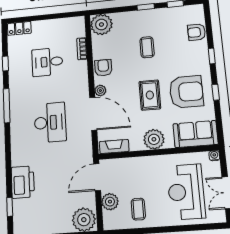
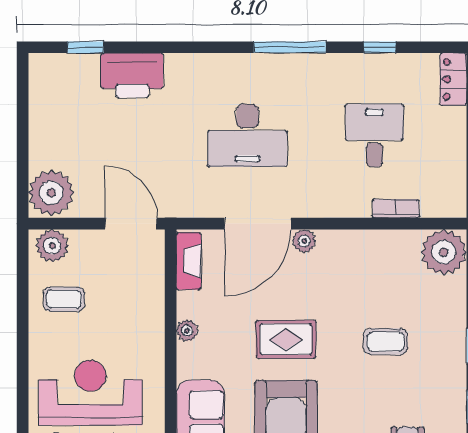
armchair: (103, 68) -> (351, 250), removed
plant: (154, 139) -> (187, 331), width x0.53, depth x0.53
plant: (110, 202) -> (52, 246), moved

